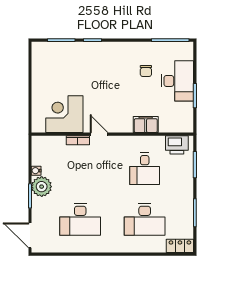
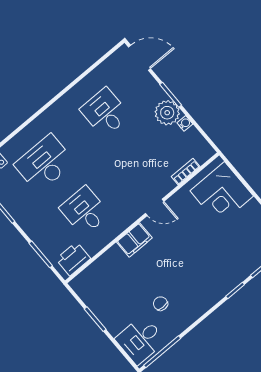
desk: (177, 81) -> (140, 340), moved, width x0.73
corner desk: (64, 114) -> (222, 193), moved, turned 90
filing cabinet: (146, 124) -> (134, 240), moved
bookcase: (78, 140) -> (186, 172), moved
desk: (80, 219) -> (105, 112), width x0.73

